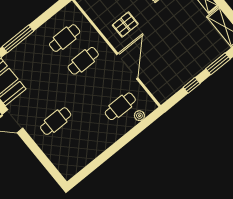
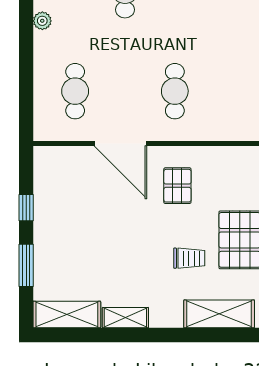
cafe table: (65, 38) -> (225, 91), removed
plant: (139, 116) -> (42, 21), moved

